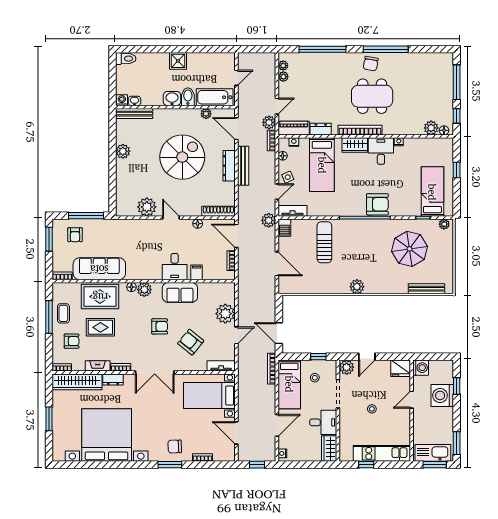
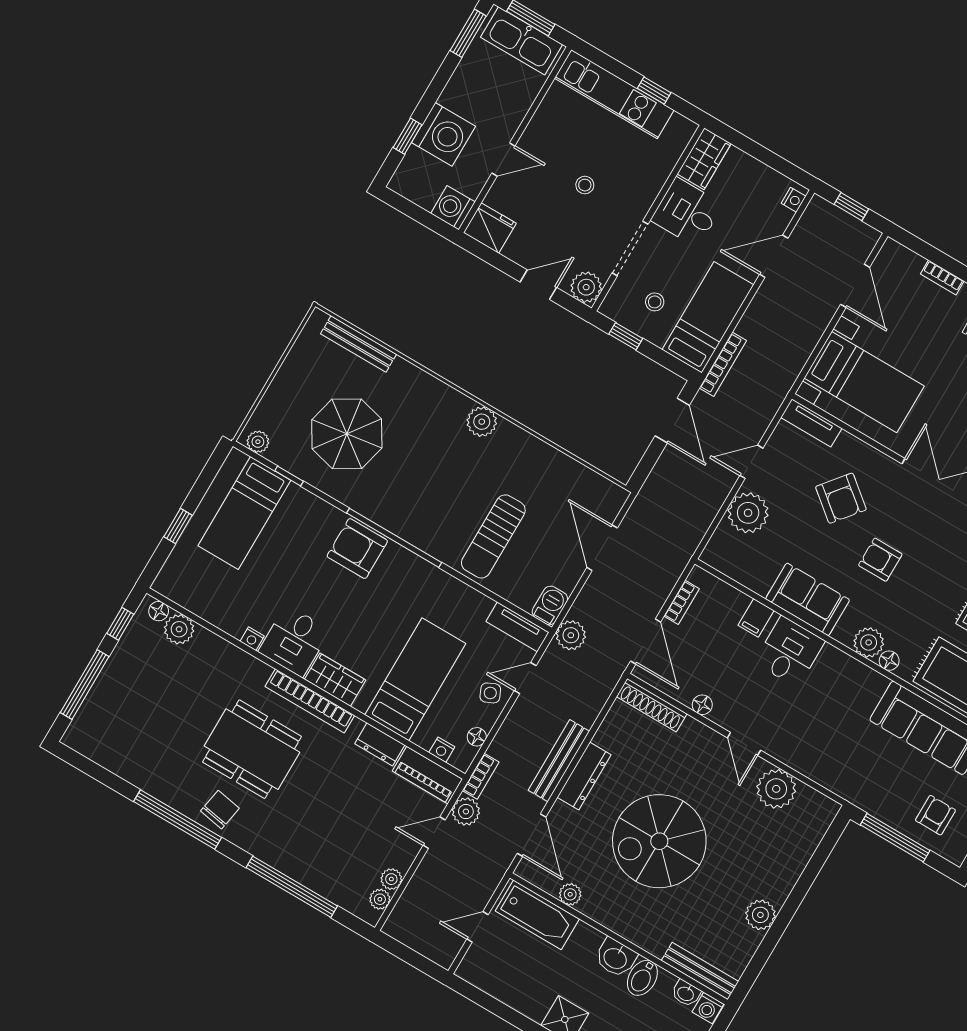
bidet: (188, 97) -> (642, 978), moved

